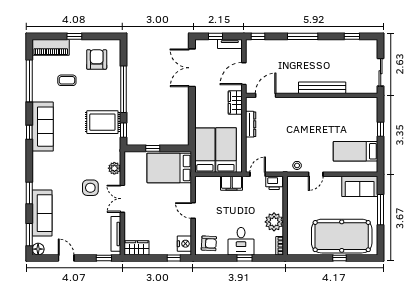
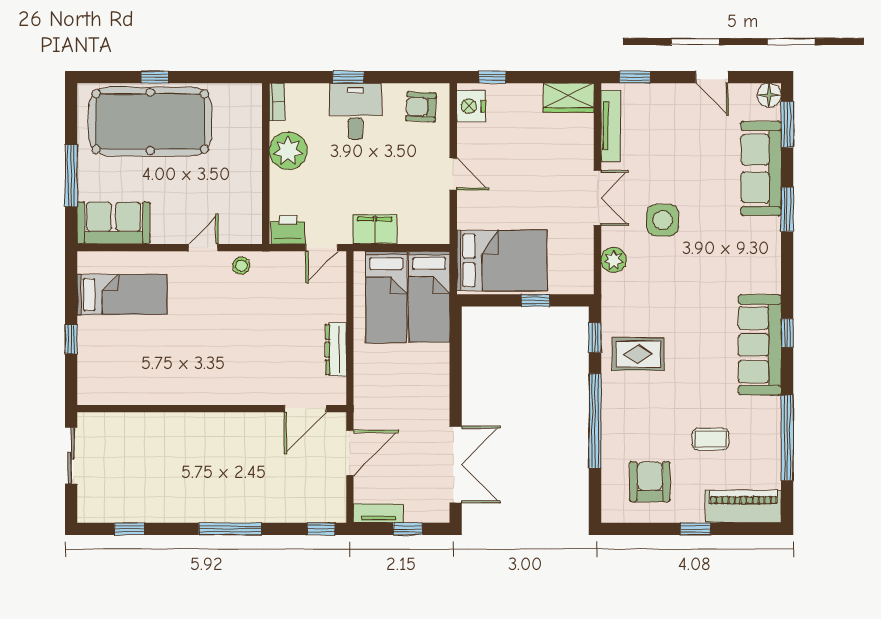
armchair: (97, 59) -> (650, 482), turned 180
bench: (322, 88) -> (190, 424), removed
wardrobe: (235, 103) -> (367, 394), removed
rug: (102, 122) -> (638, 354), width x0.73, depth x0.70

